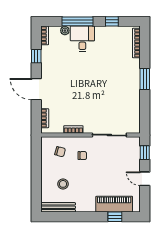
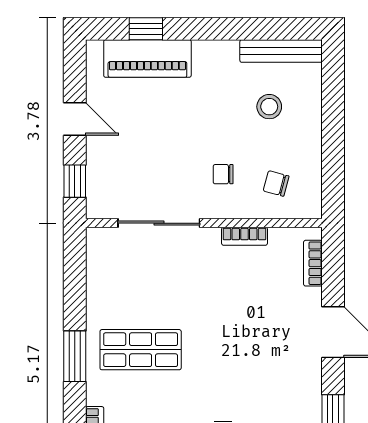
shop shelf: (117, 82) -> (141, 350), added

